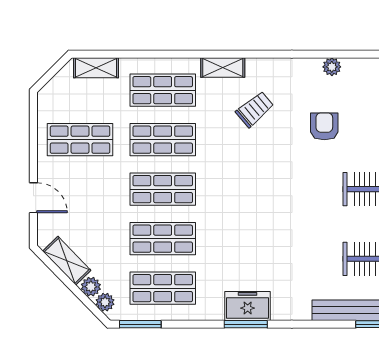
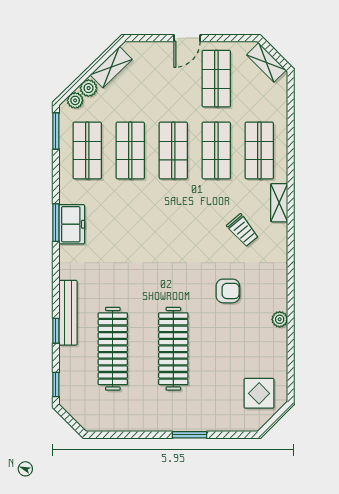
plant: (332, 67) -> (280, 319), moved
shelving: (96, 68) -> (266, 62), moved, turned -45
door: (33, 198) -> (187, 38), moved

